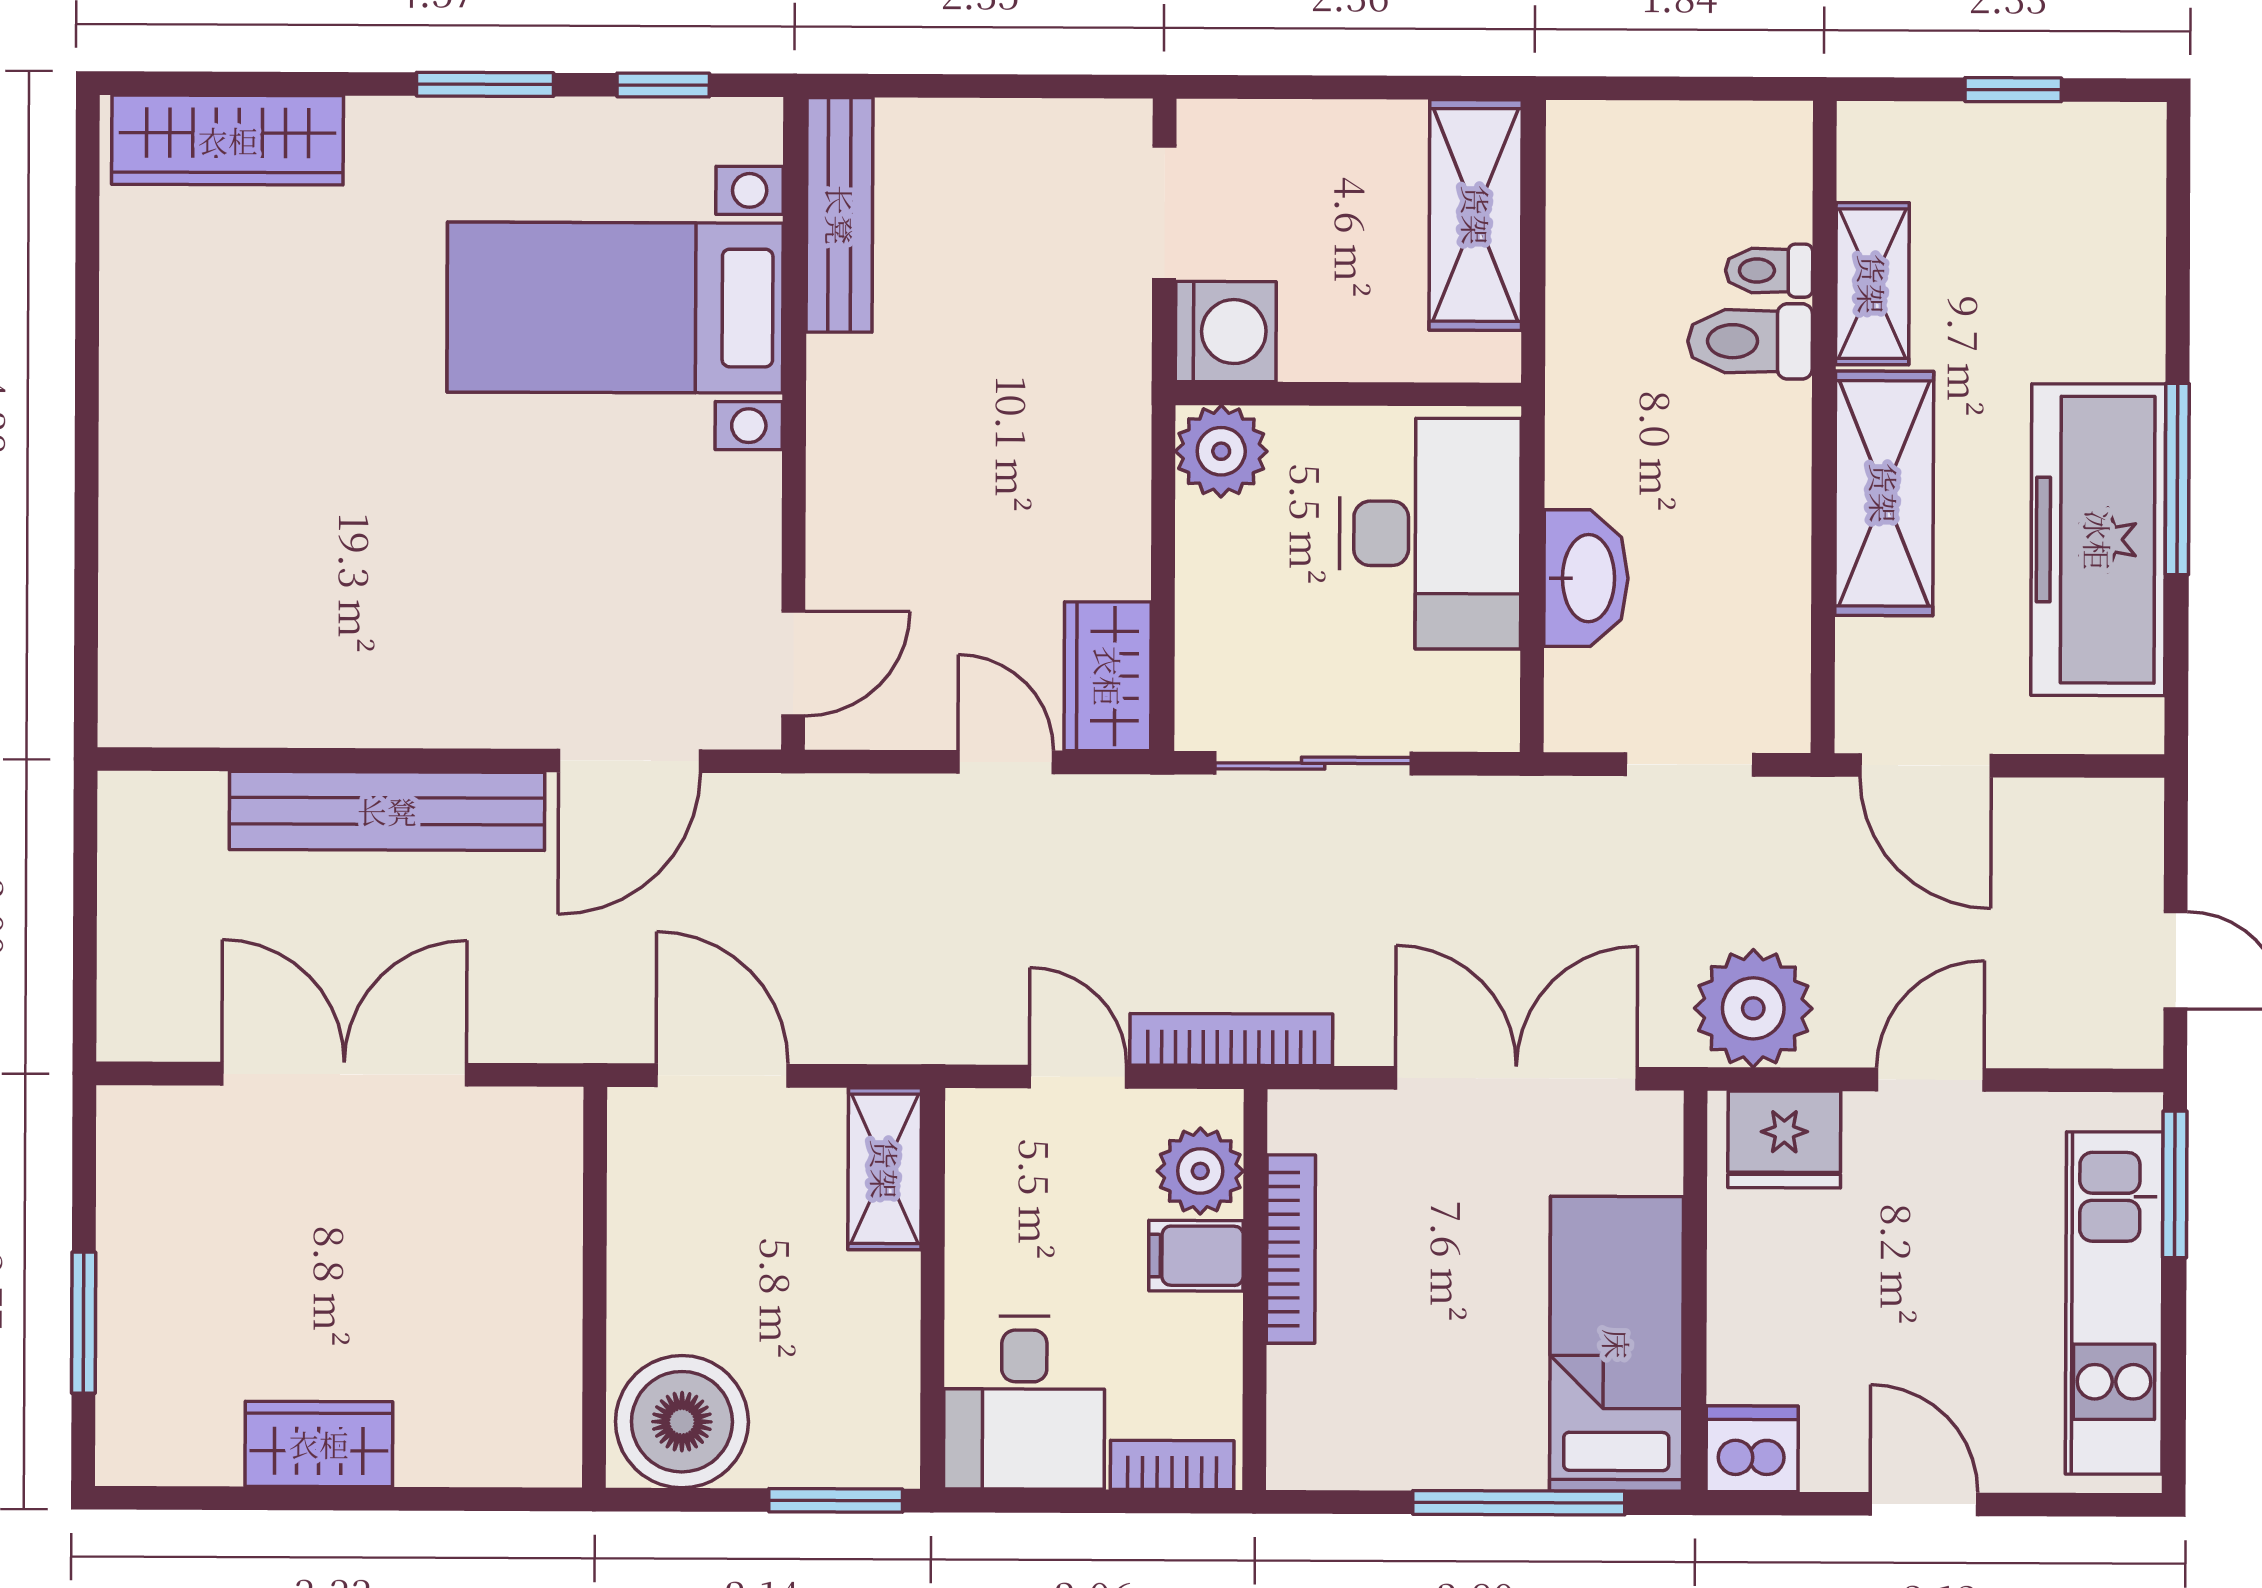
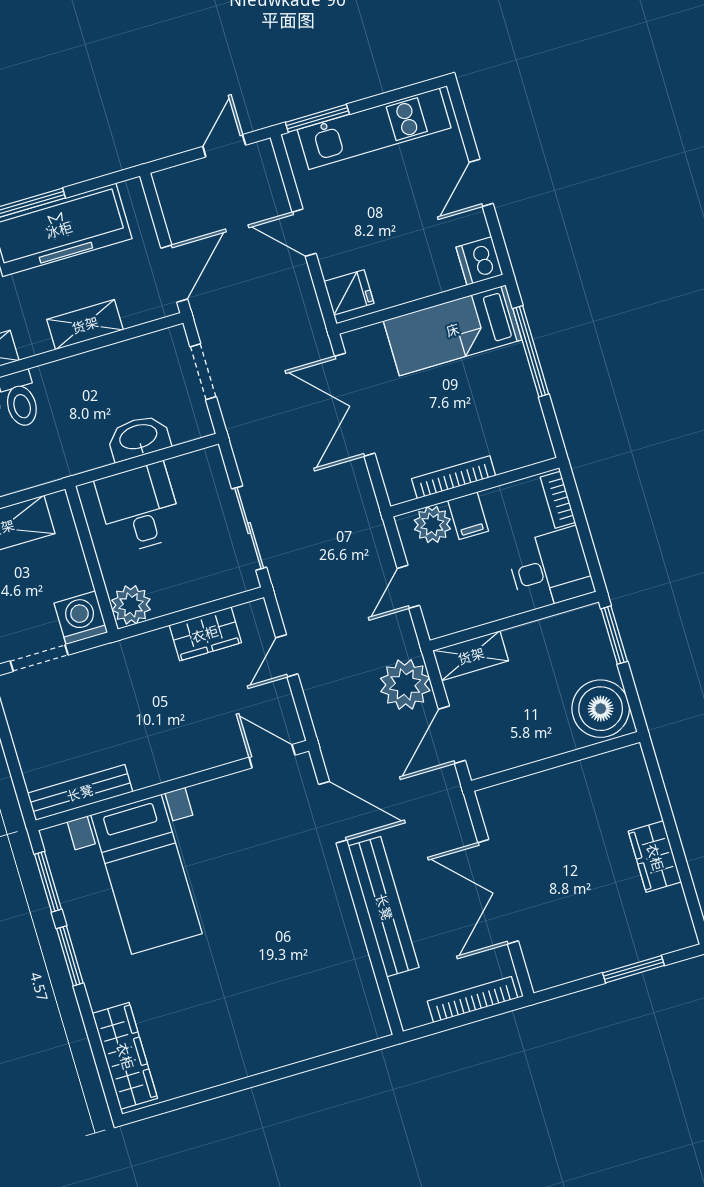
window: (663, 85) -> (48, 882), width x1.50
shelving: (1884, 493) -> (85, 325), width x0.67, depth x0.75
desk: (1430, 533) -> (139, 508), width x0.73
wardrobe: (1108, 676) -> (205, 634), moved
plant: (1753, 1008) -> (405, 685), moved
bookcase: (1231, 1040) -> (473, 1000), moved, turned 90
fridge: (1784, 1139) -> (349, 292), width x0.72

